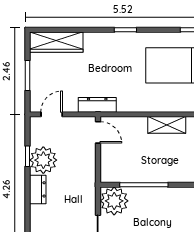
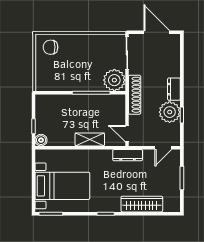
wardrobe: (56, 42) -> (142, 204), moved
shelving: (167, 125) -> (90, 139), moved
shoe rack: (88, 182) -> (135, 95), added

